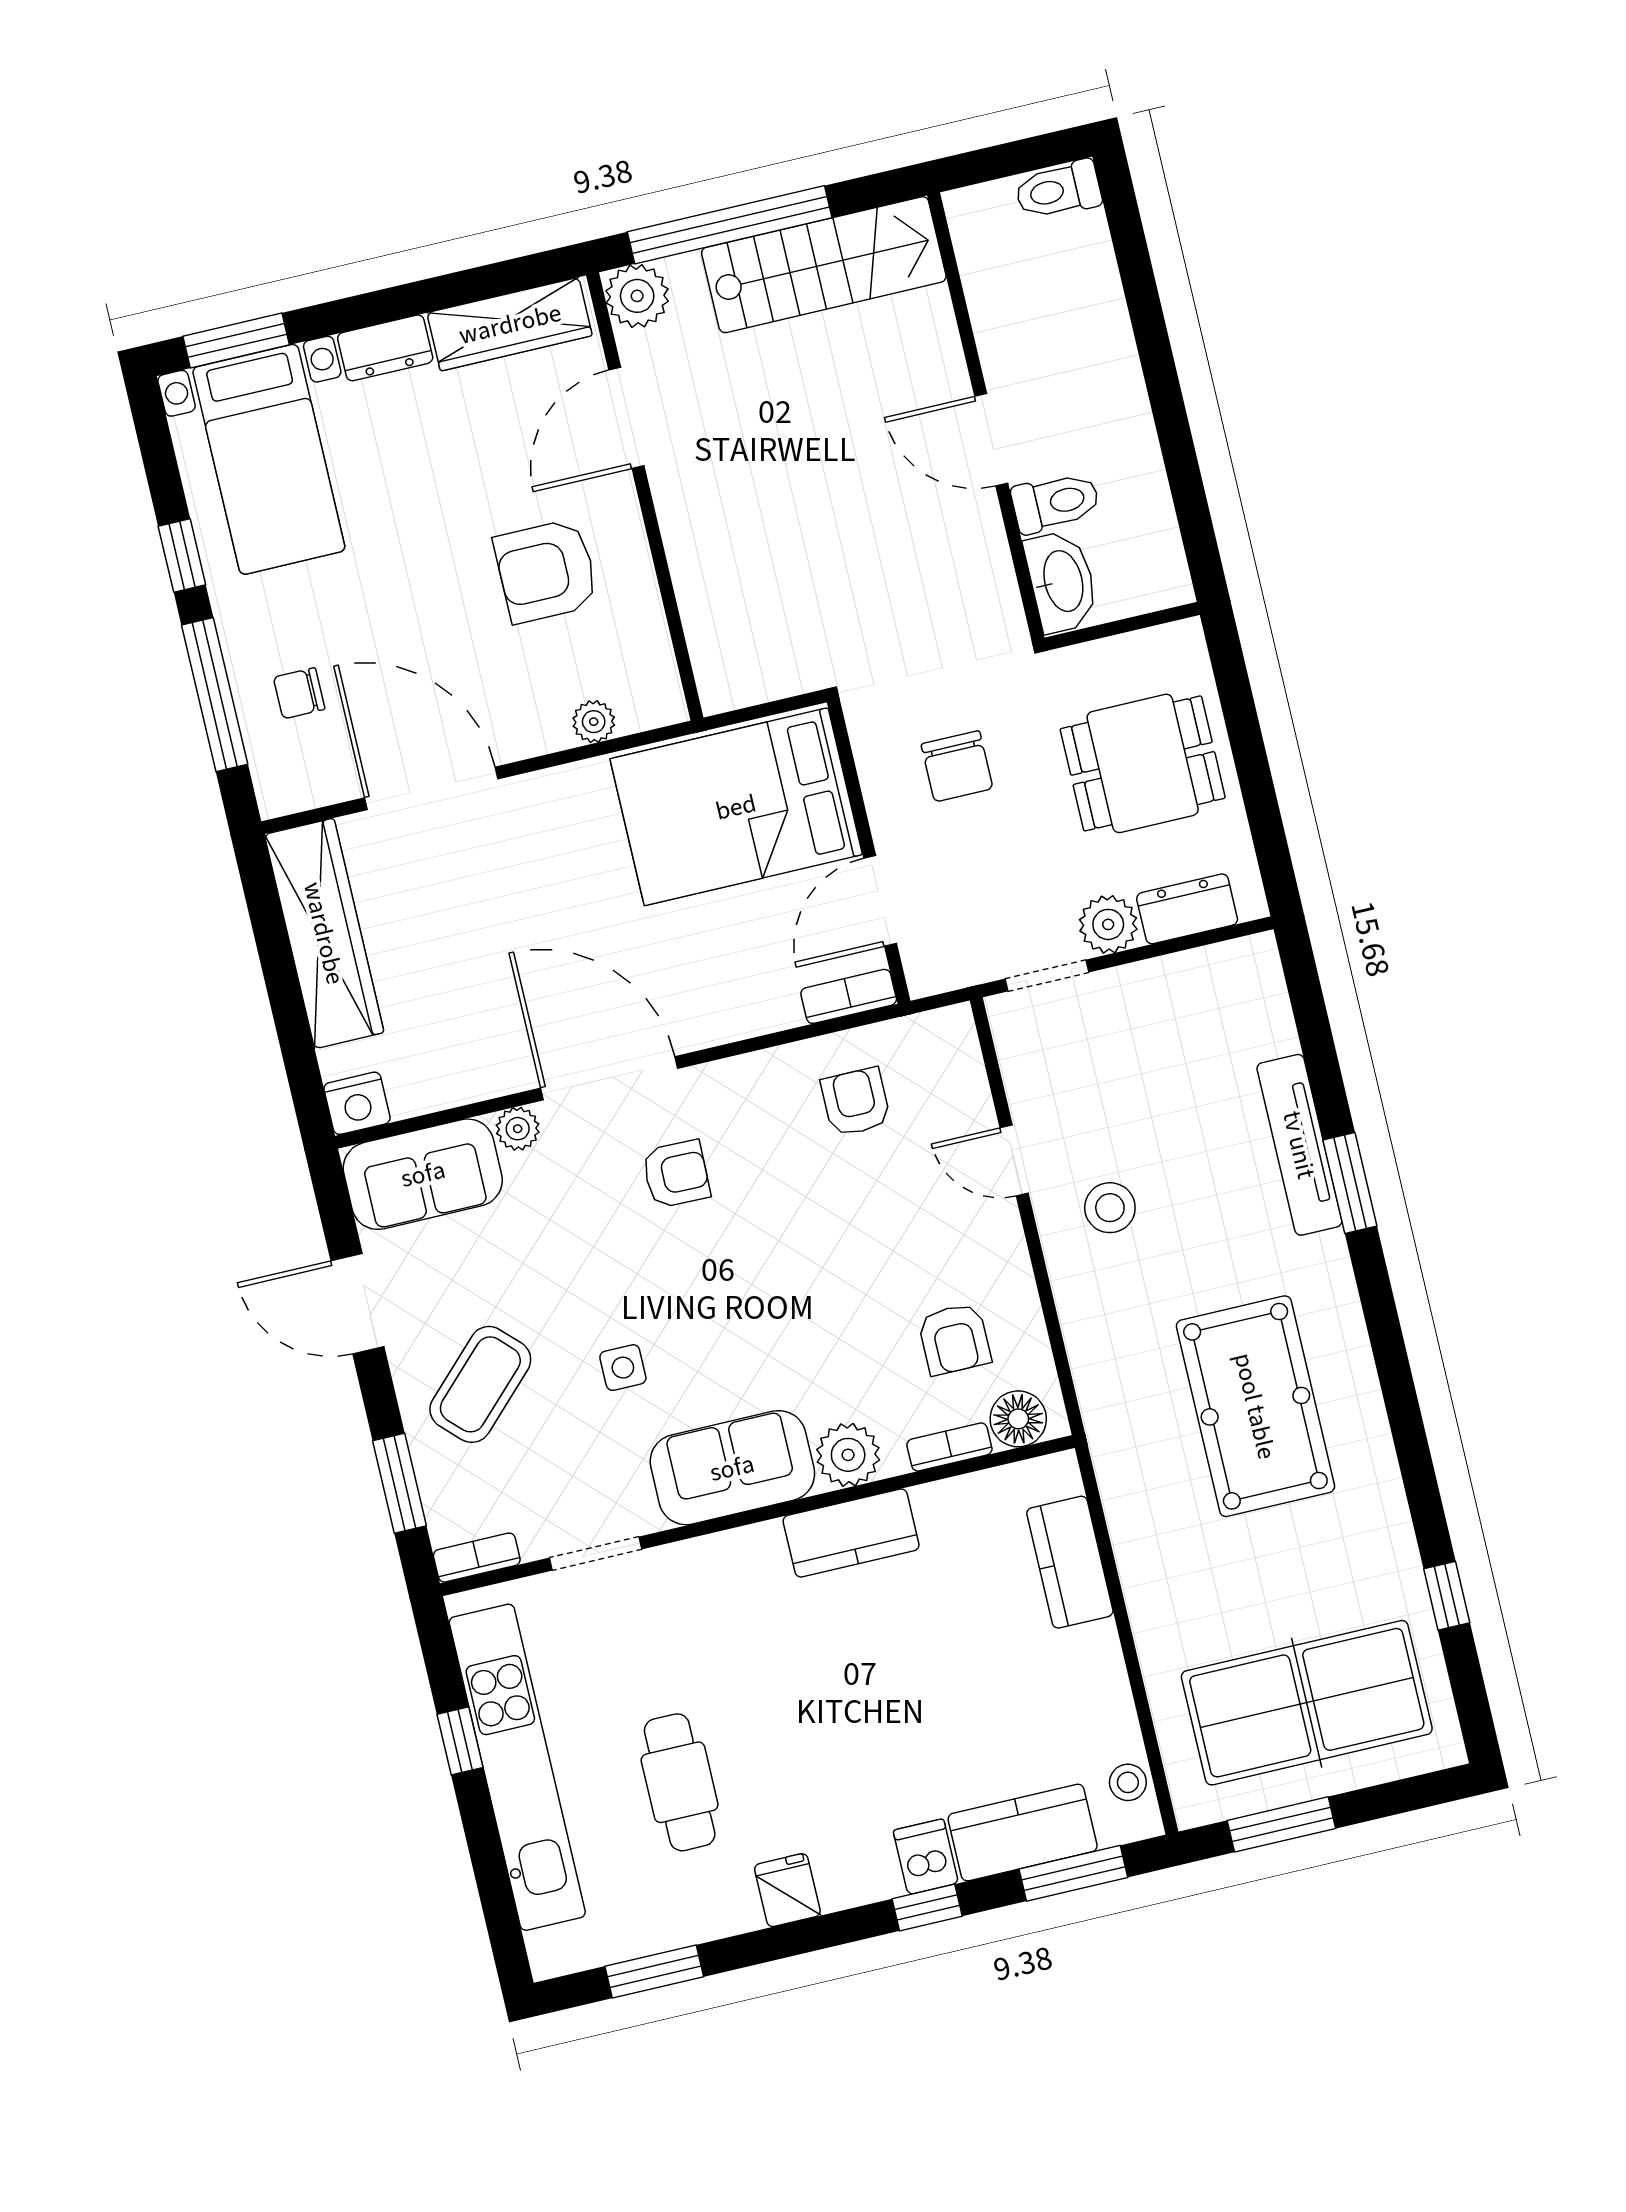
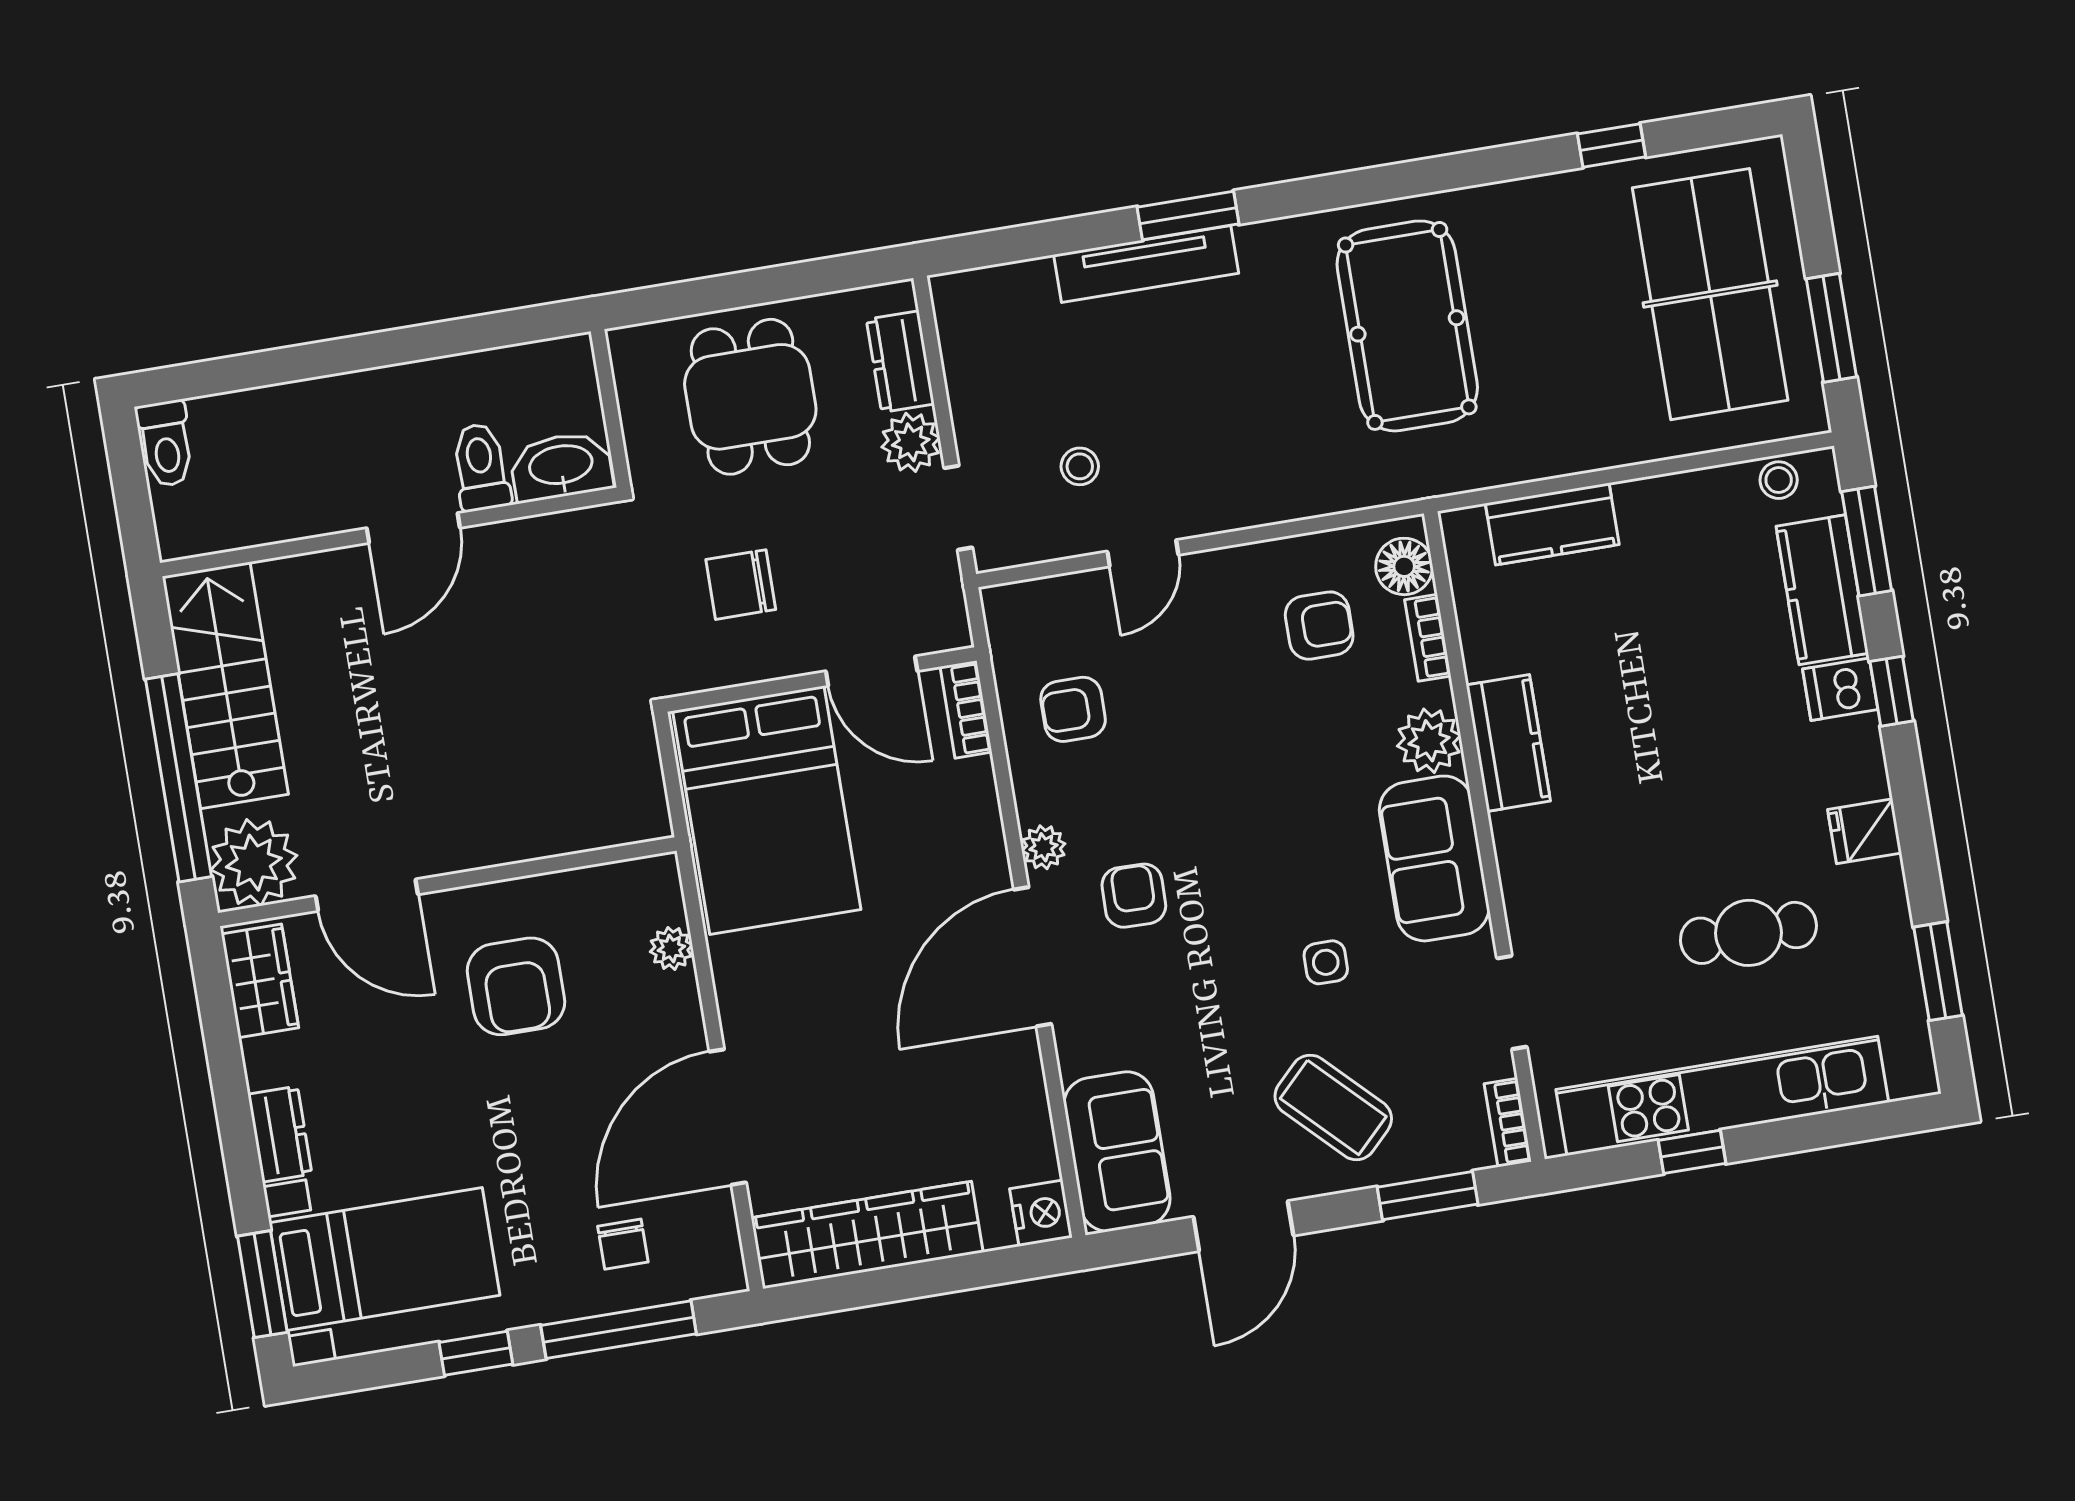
plant: (637, 296) -> (254, 863), width x1.36, depth x1.36
wardrobe: (510, 324) -> (260, 981), width x0.67
chair: (957, 766) -> (741, 585), turned 180
plant: (518, 1129) -> (1043, 847), moved
stool: (1110, 1208) -> (1080, 466), moved, width x0.73, depth x0.73
pool table: (1255, 1406) -> (1407, 326), turned 90

